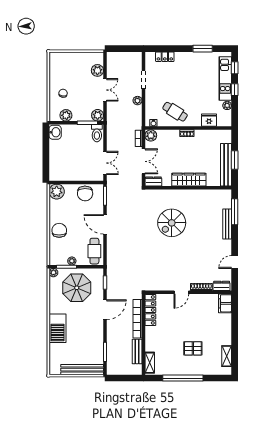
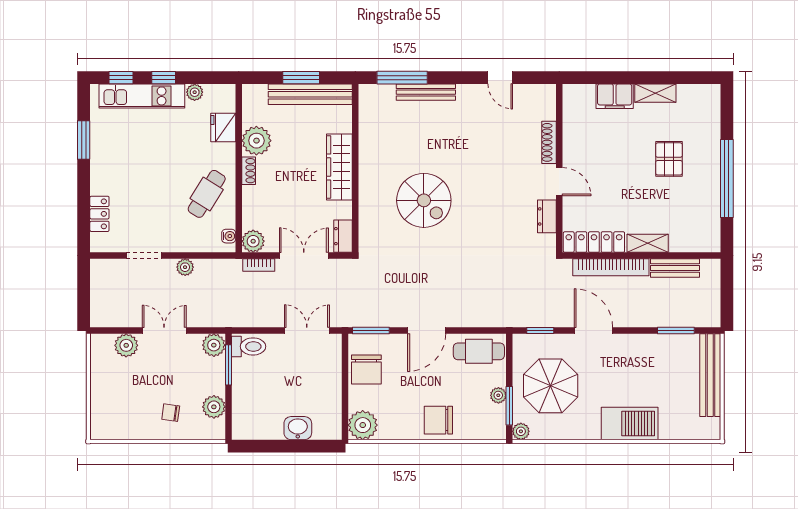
washbasin: (55, 132) -> (298, 428), moved
plant: (202, 137) -> (256, 141), added
chair: (85, 193) -> (366, 370), turned 91
dresser: (222, 286) -> (547, 216), moved
filing cabinet: (225, 303) -> (615, 96), moved
shelving: (227, 356) -> (655, 93), moved
shelving: (150, 363) -> (648, 243), moved

